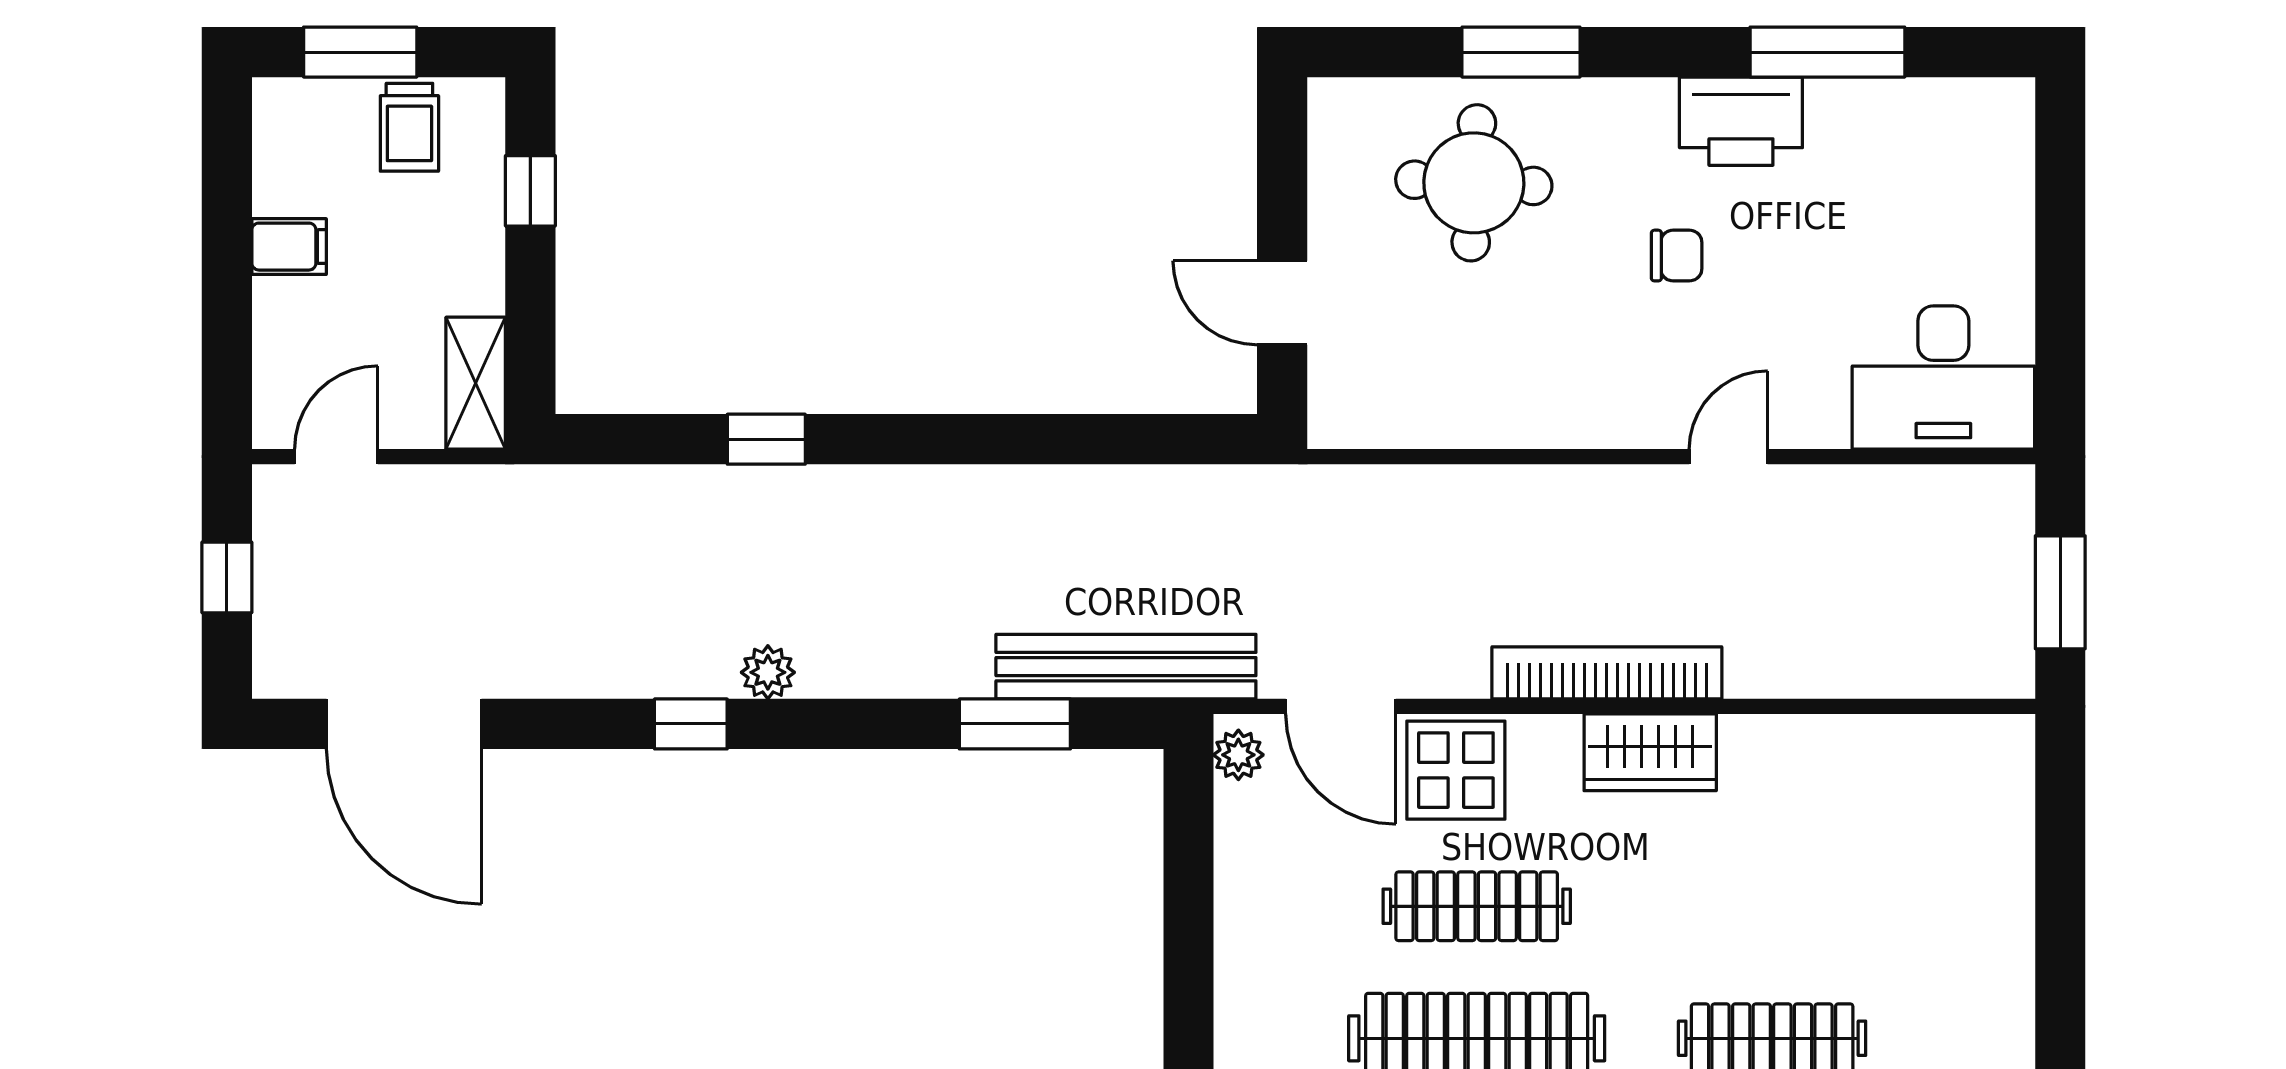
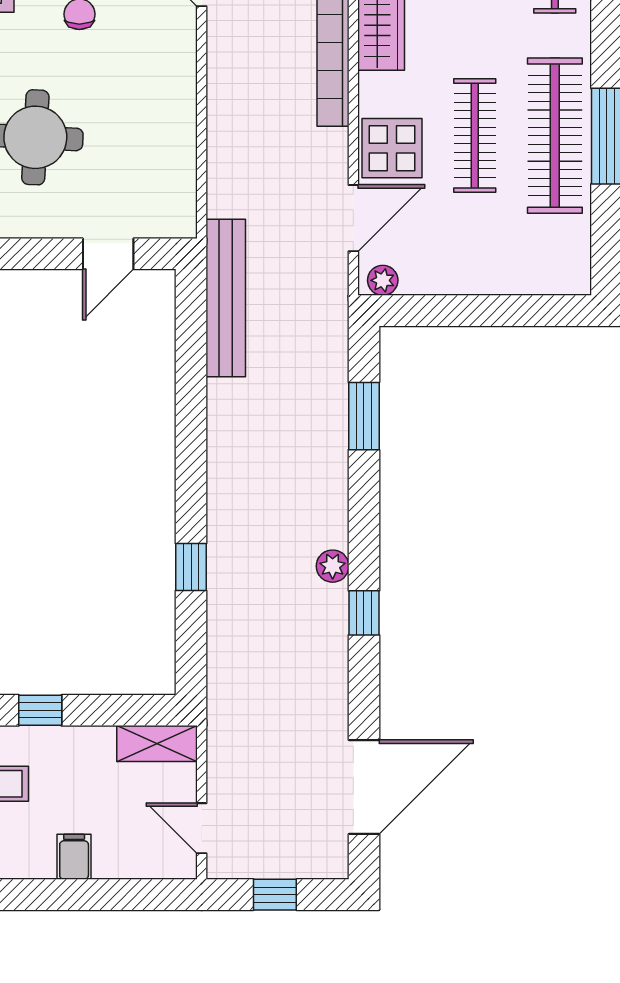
bench: (1126, 667) -> (226, 298), moved

